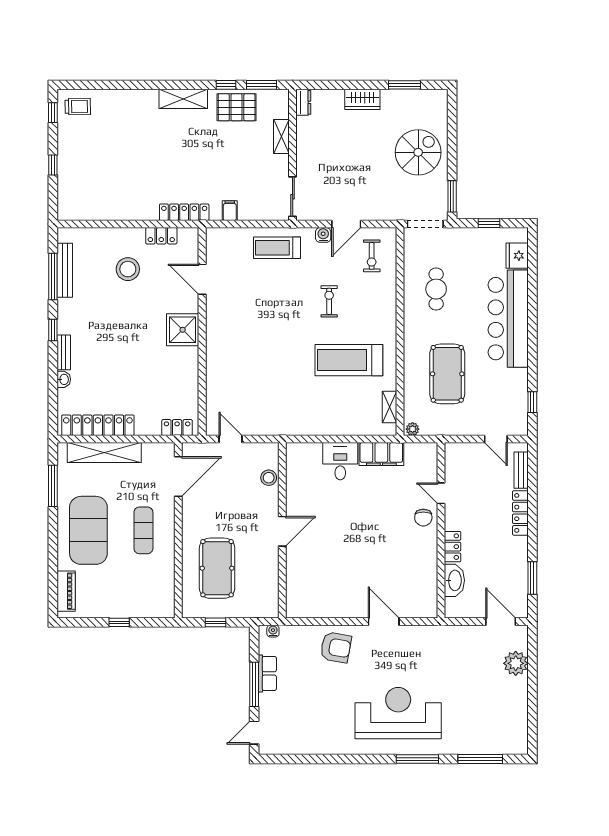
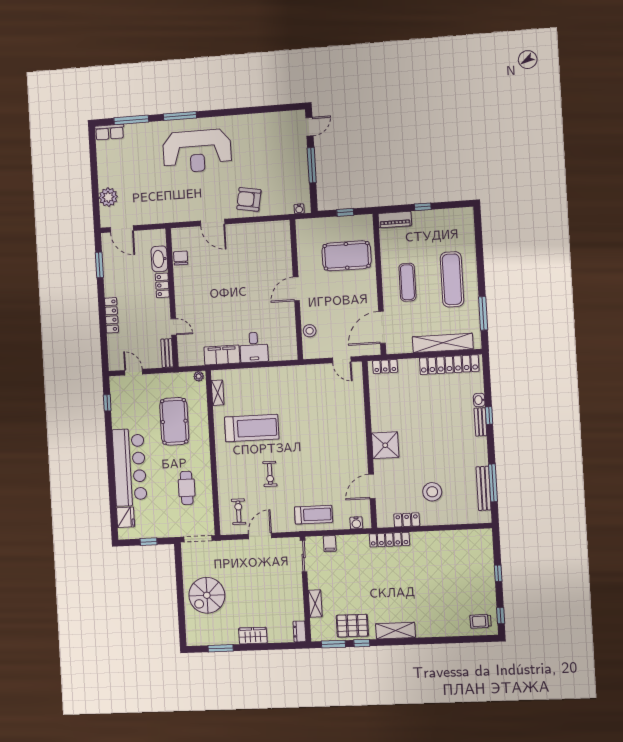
window: (452, 196) -> (178, 562), removed
filing cabinet: (230, 211) -> (330, 544), moved
water cooler: (323, 235) -> (356, 523), moved
door: (202, 279) -> (372, 486), swing flipped
window: (53, 330) -> (489, 415), moved
bench: (521, 470) -> (167, 353), moved
chair: (423, 518) -> (181, 258), moved
exercise mat: (88, 530) -> (452, 279), width x0.68
pool table: (217, 568) -> (347, 256), turned 90
piano: (66, 591) -> (395, 220), moved, turned -90
row of seats: (267, 673) -> (109, 132), moved, turned -90

